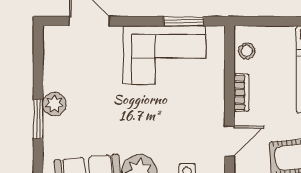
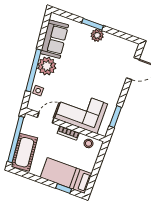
corner sofa: (165, 55) -> (81, 111), moved, turned 90
door: (229, 141) -> (46, 118), swing flipped

